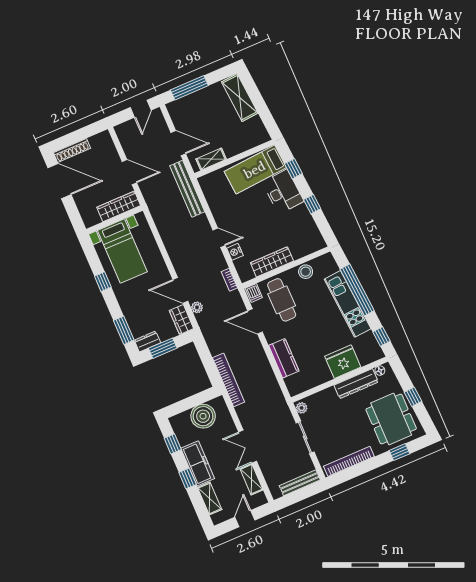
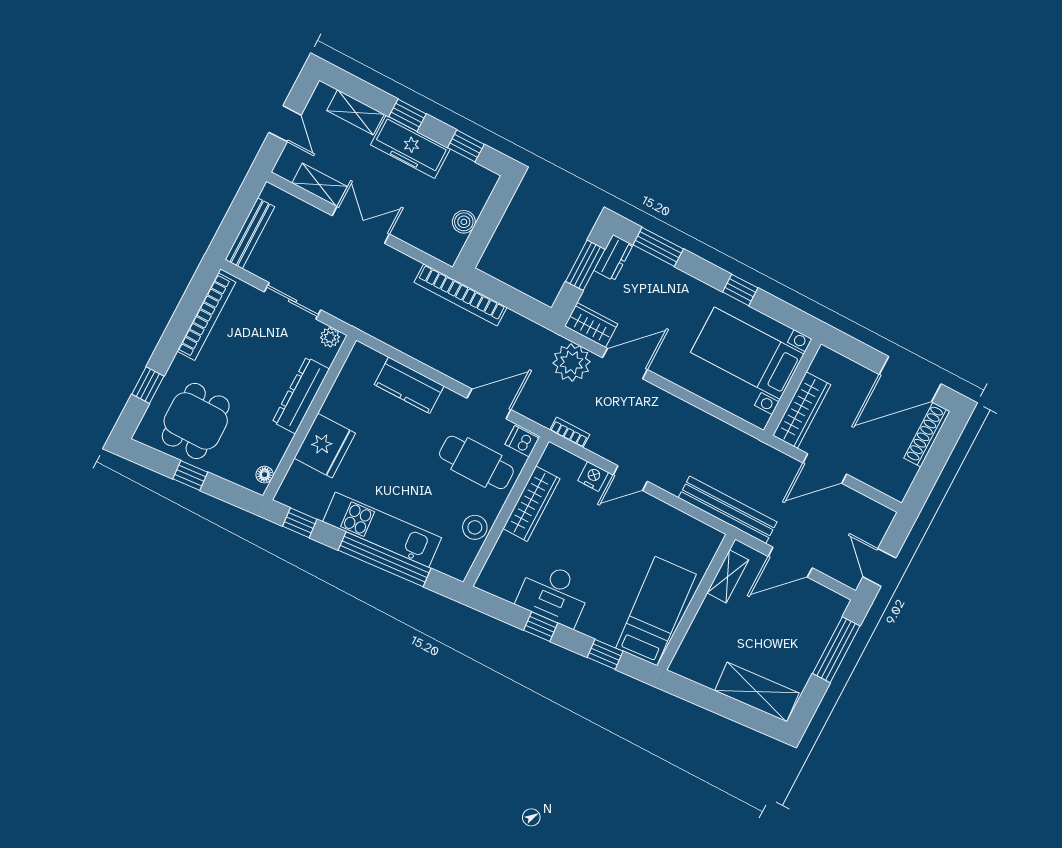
desk: (283, 192) -> (554, 594), moved
plant: (197, 307) -> (572, 362), width x1.88, depth x1.88
dresser: (356, 384) -> (301, 395), moved
boiler: (203, 416) -> (464, 222), width x0.54, depth x0.54
dining table: (391, 419) -> (196, 421), width x0.73

